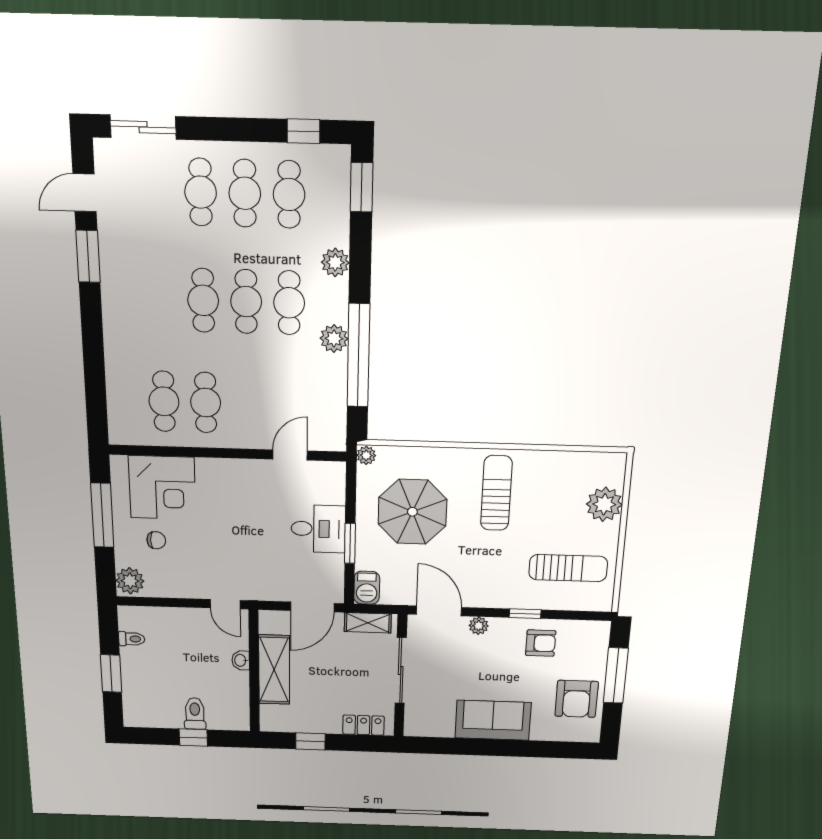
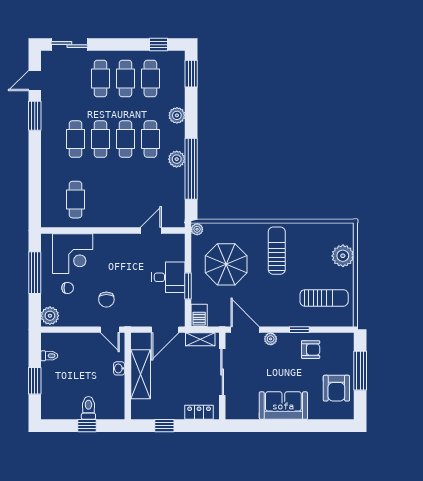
cafe table: (206, 403) -> (75, 139), moved
chair: (219, 560) -> (106, 300), added

